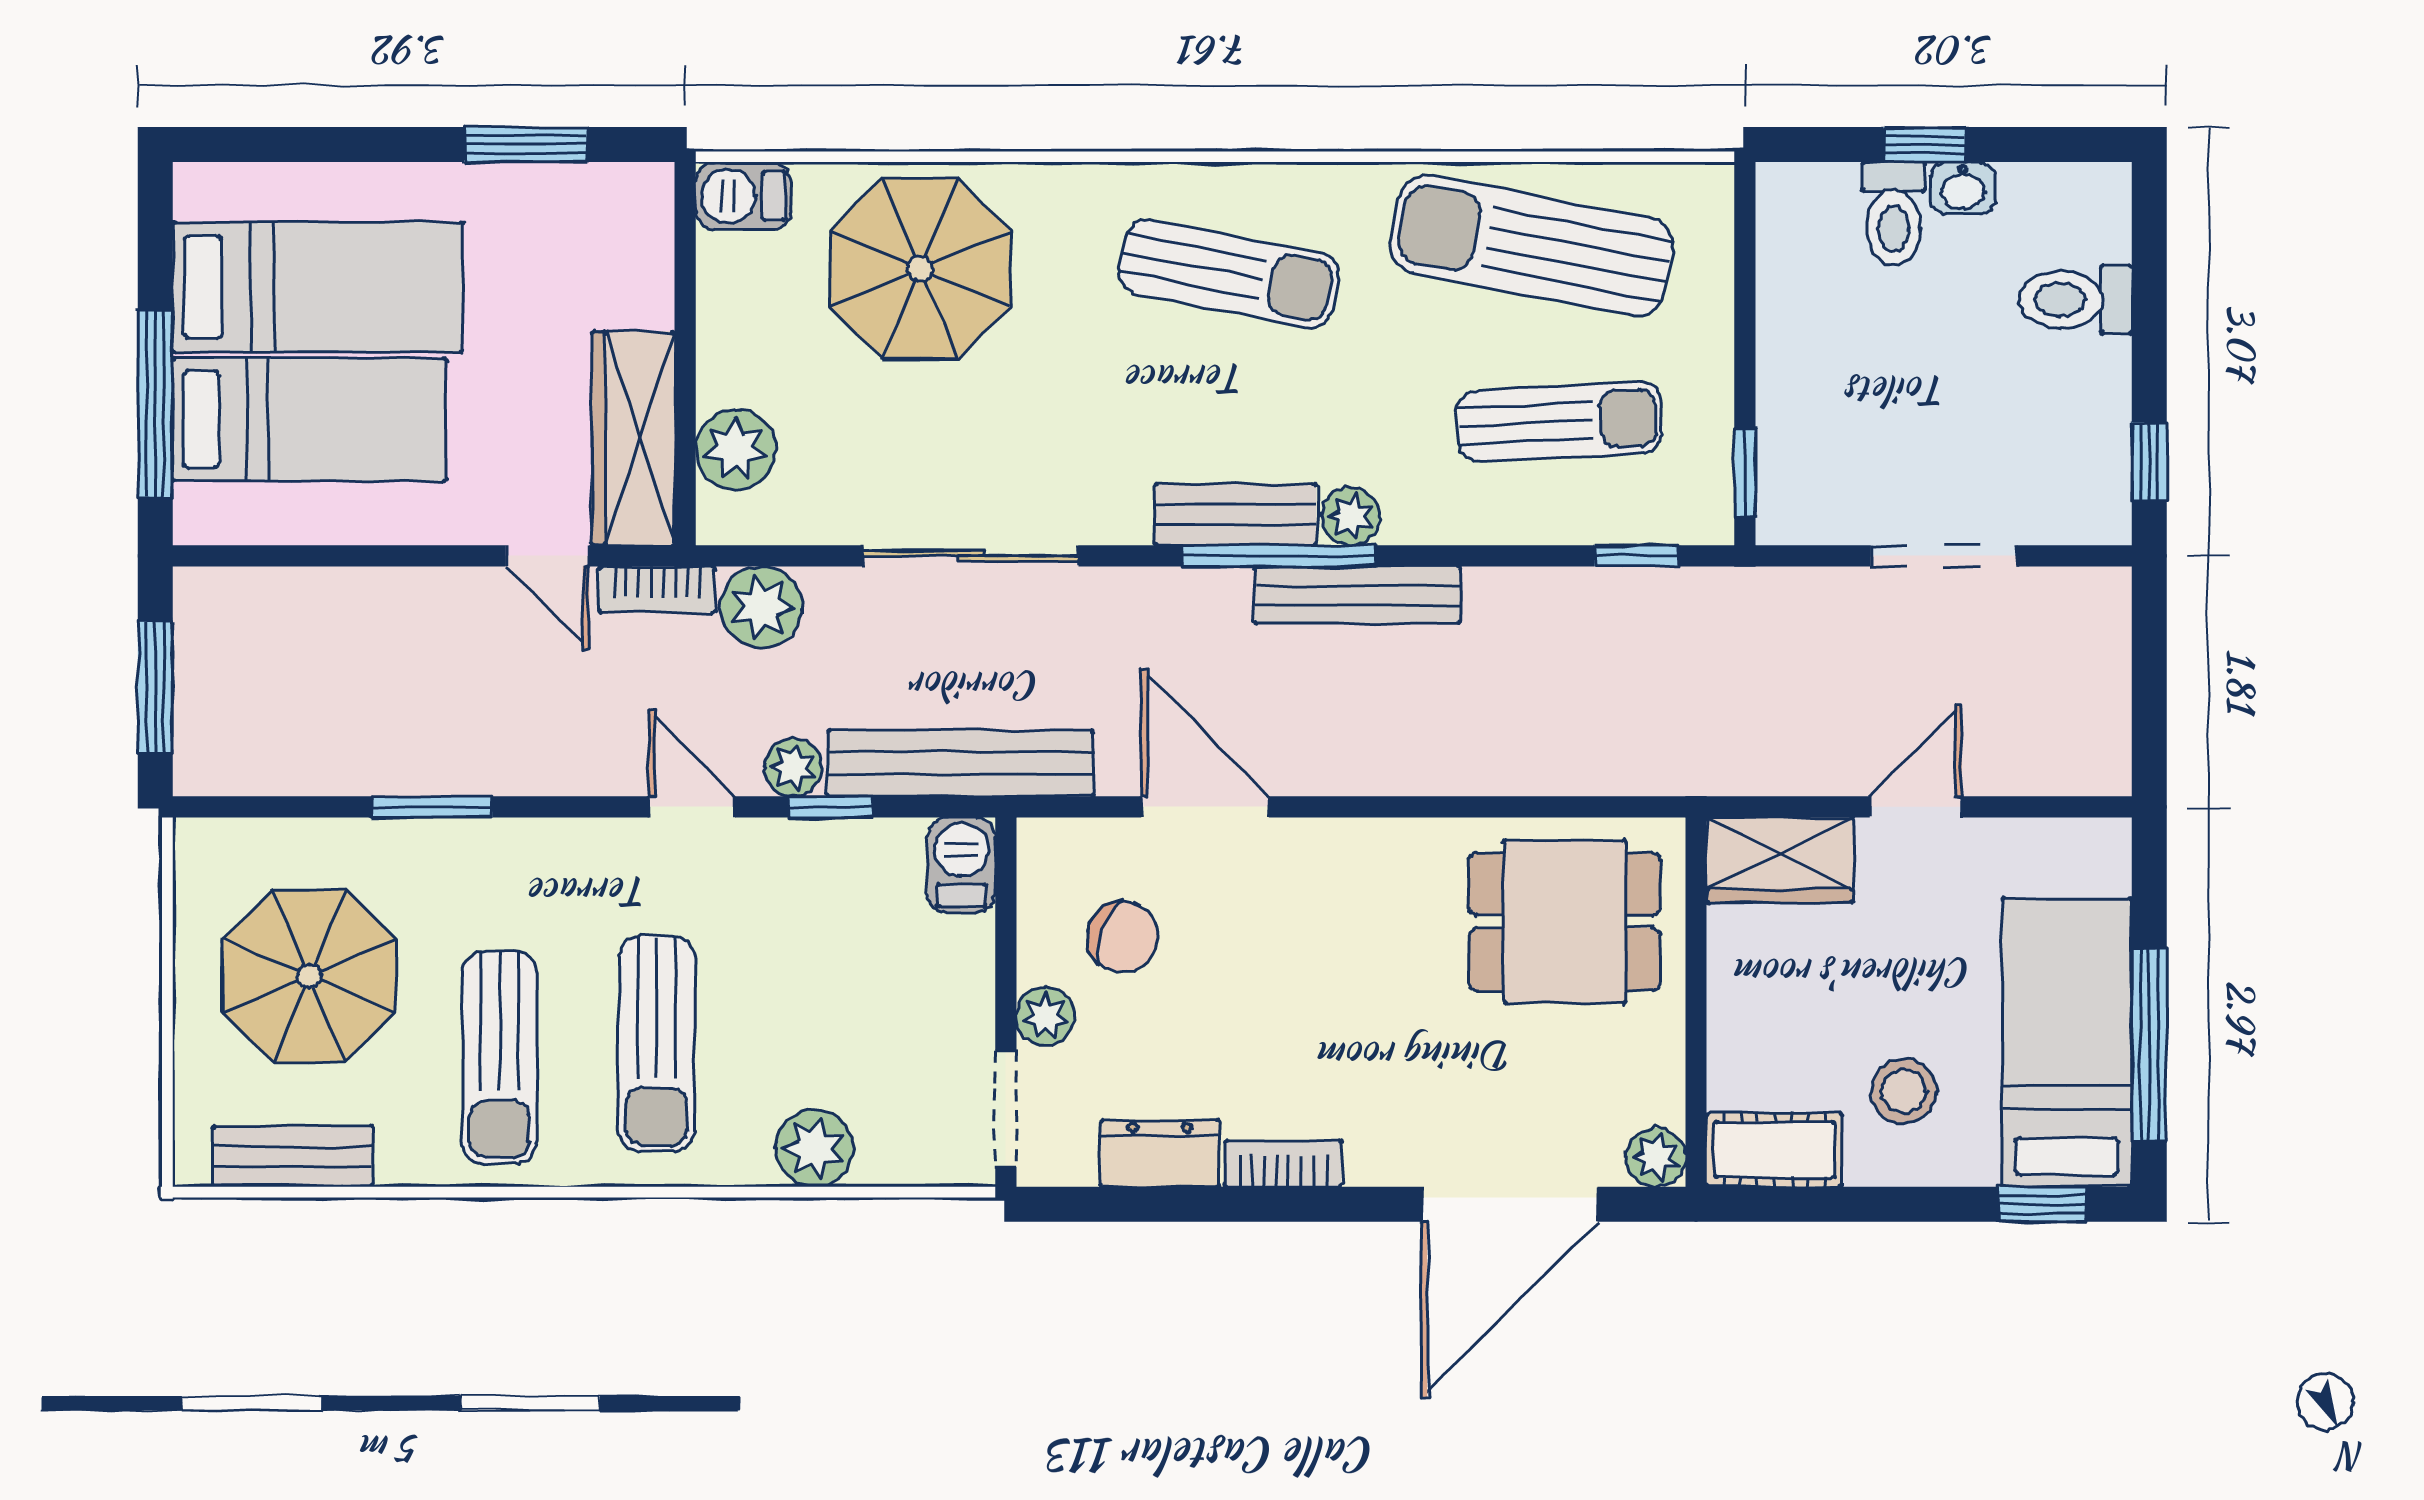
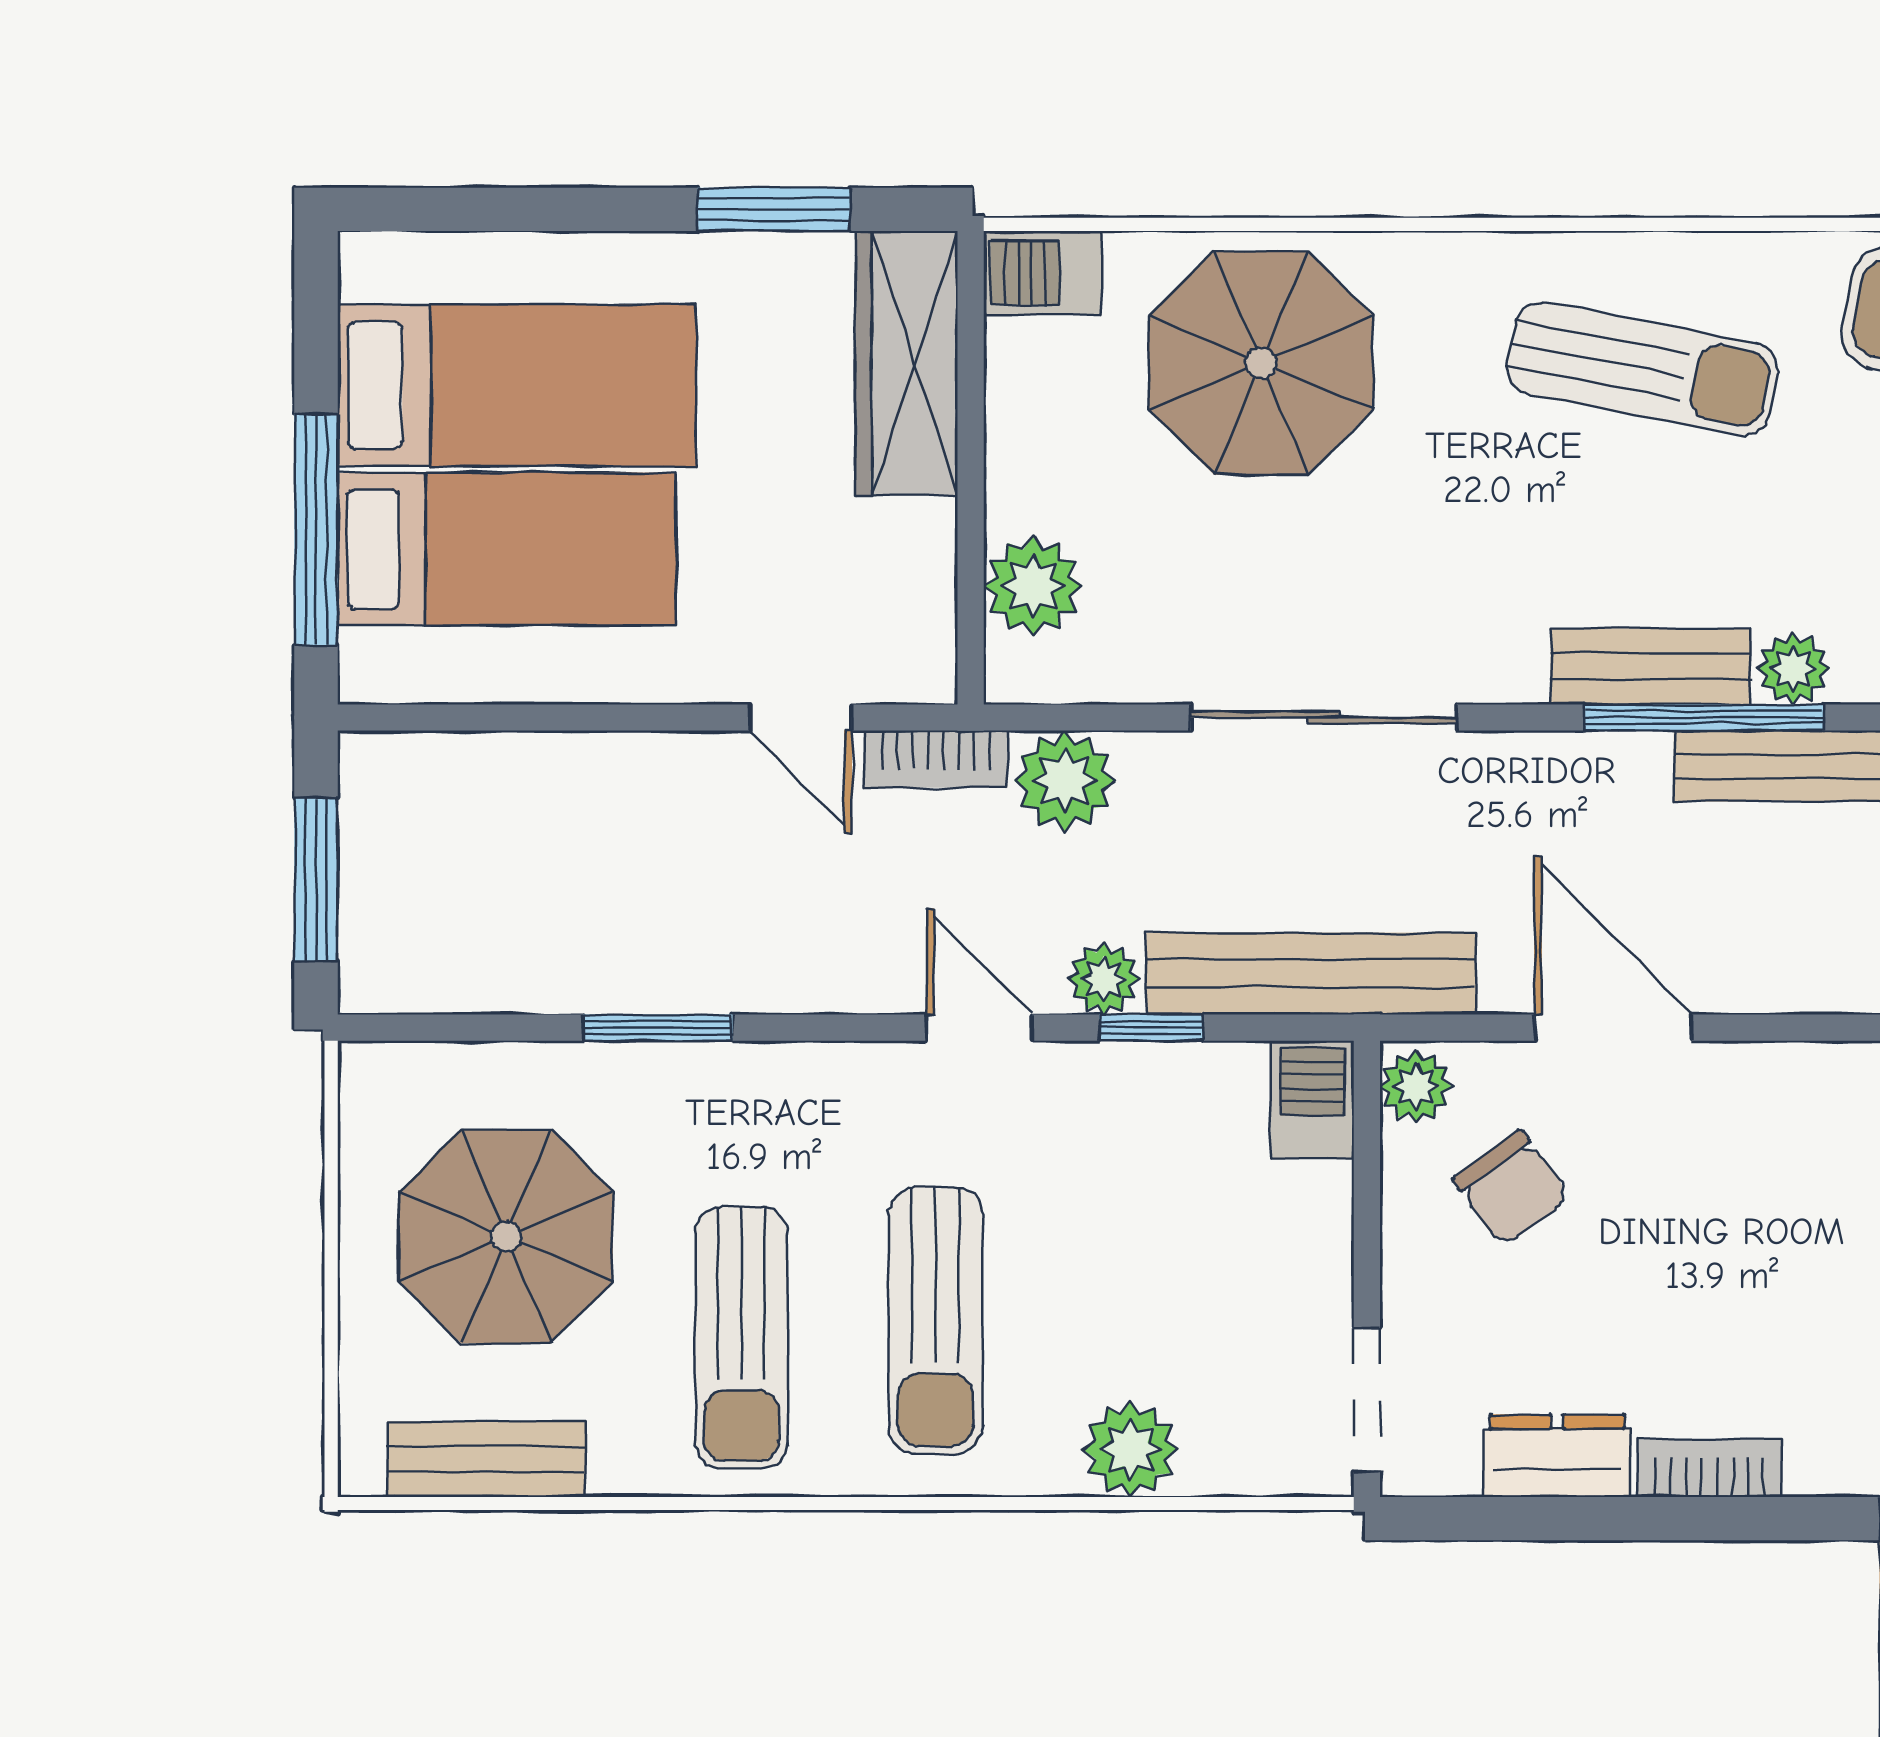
wardrobe: (633, 438) -> (907, 363), moved
chair: (1123, 937) -> (1512, 1188), turned 34
plant: (1045, 1016) -> (1416, 1086), moved

